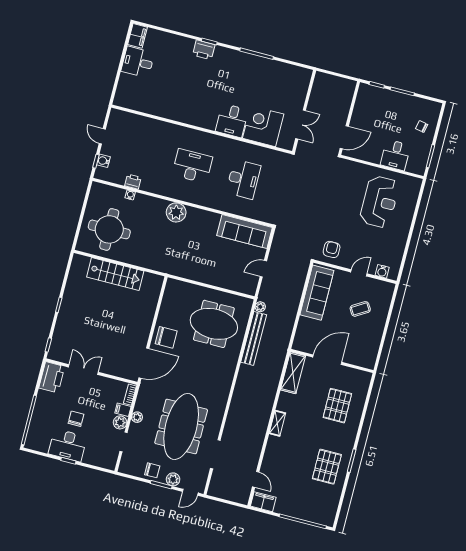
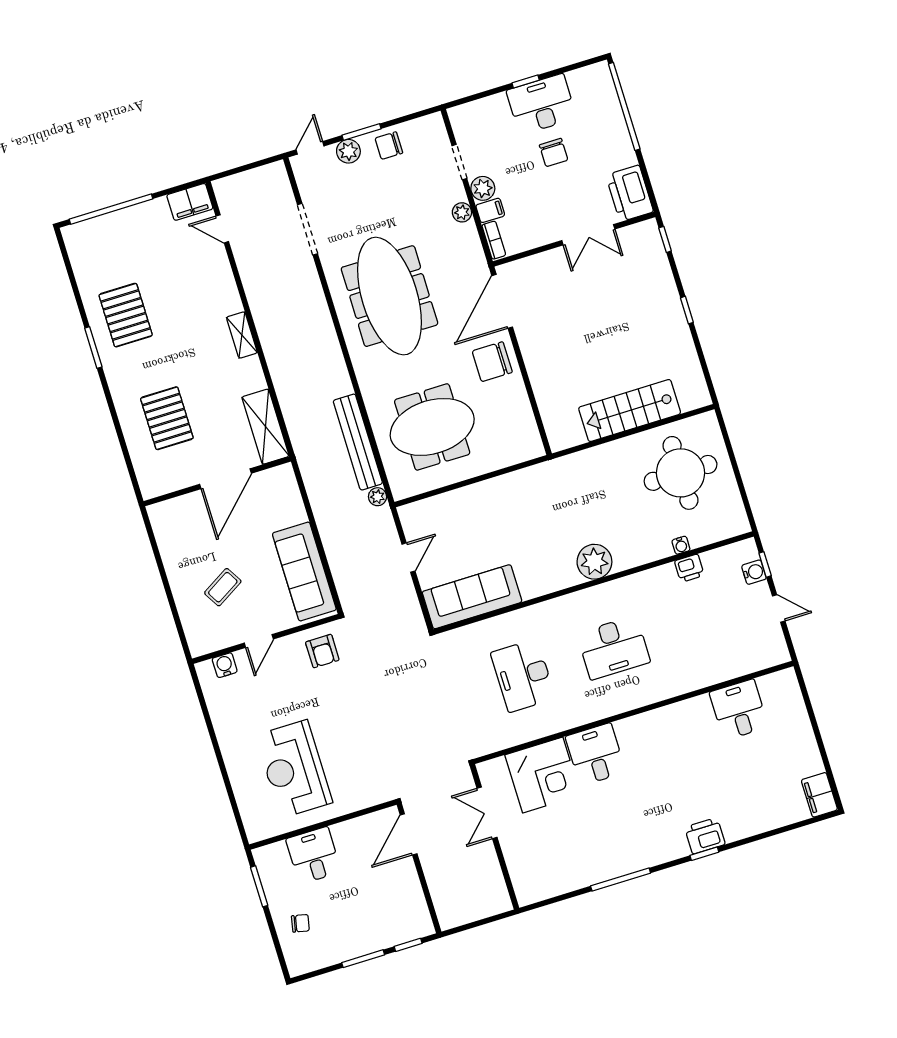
desk: (138, 62) -> (739, 710), moved, turned -90
meeting table: (181, 426) -> (390, 296), moved

